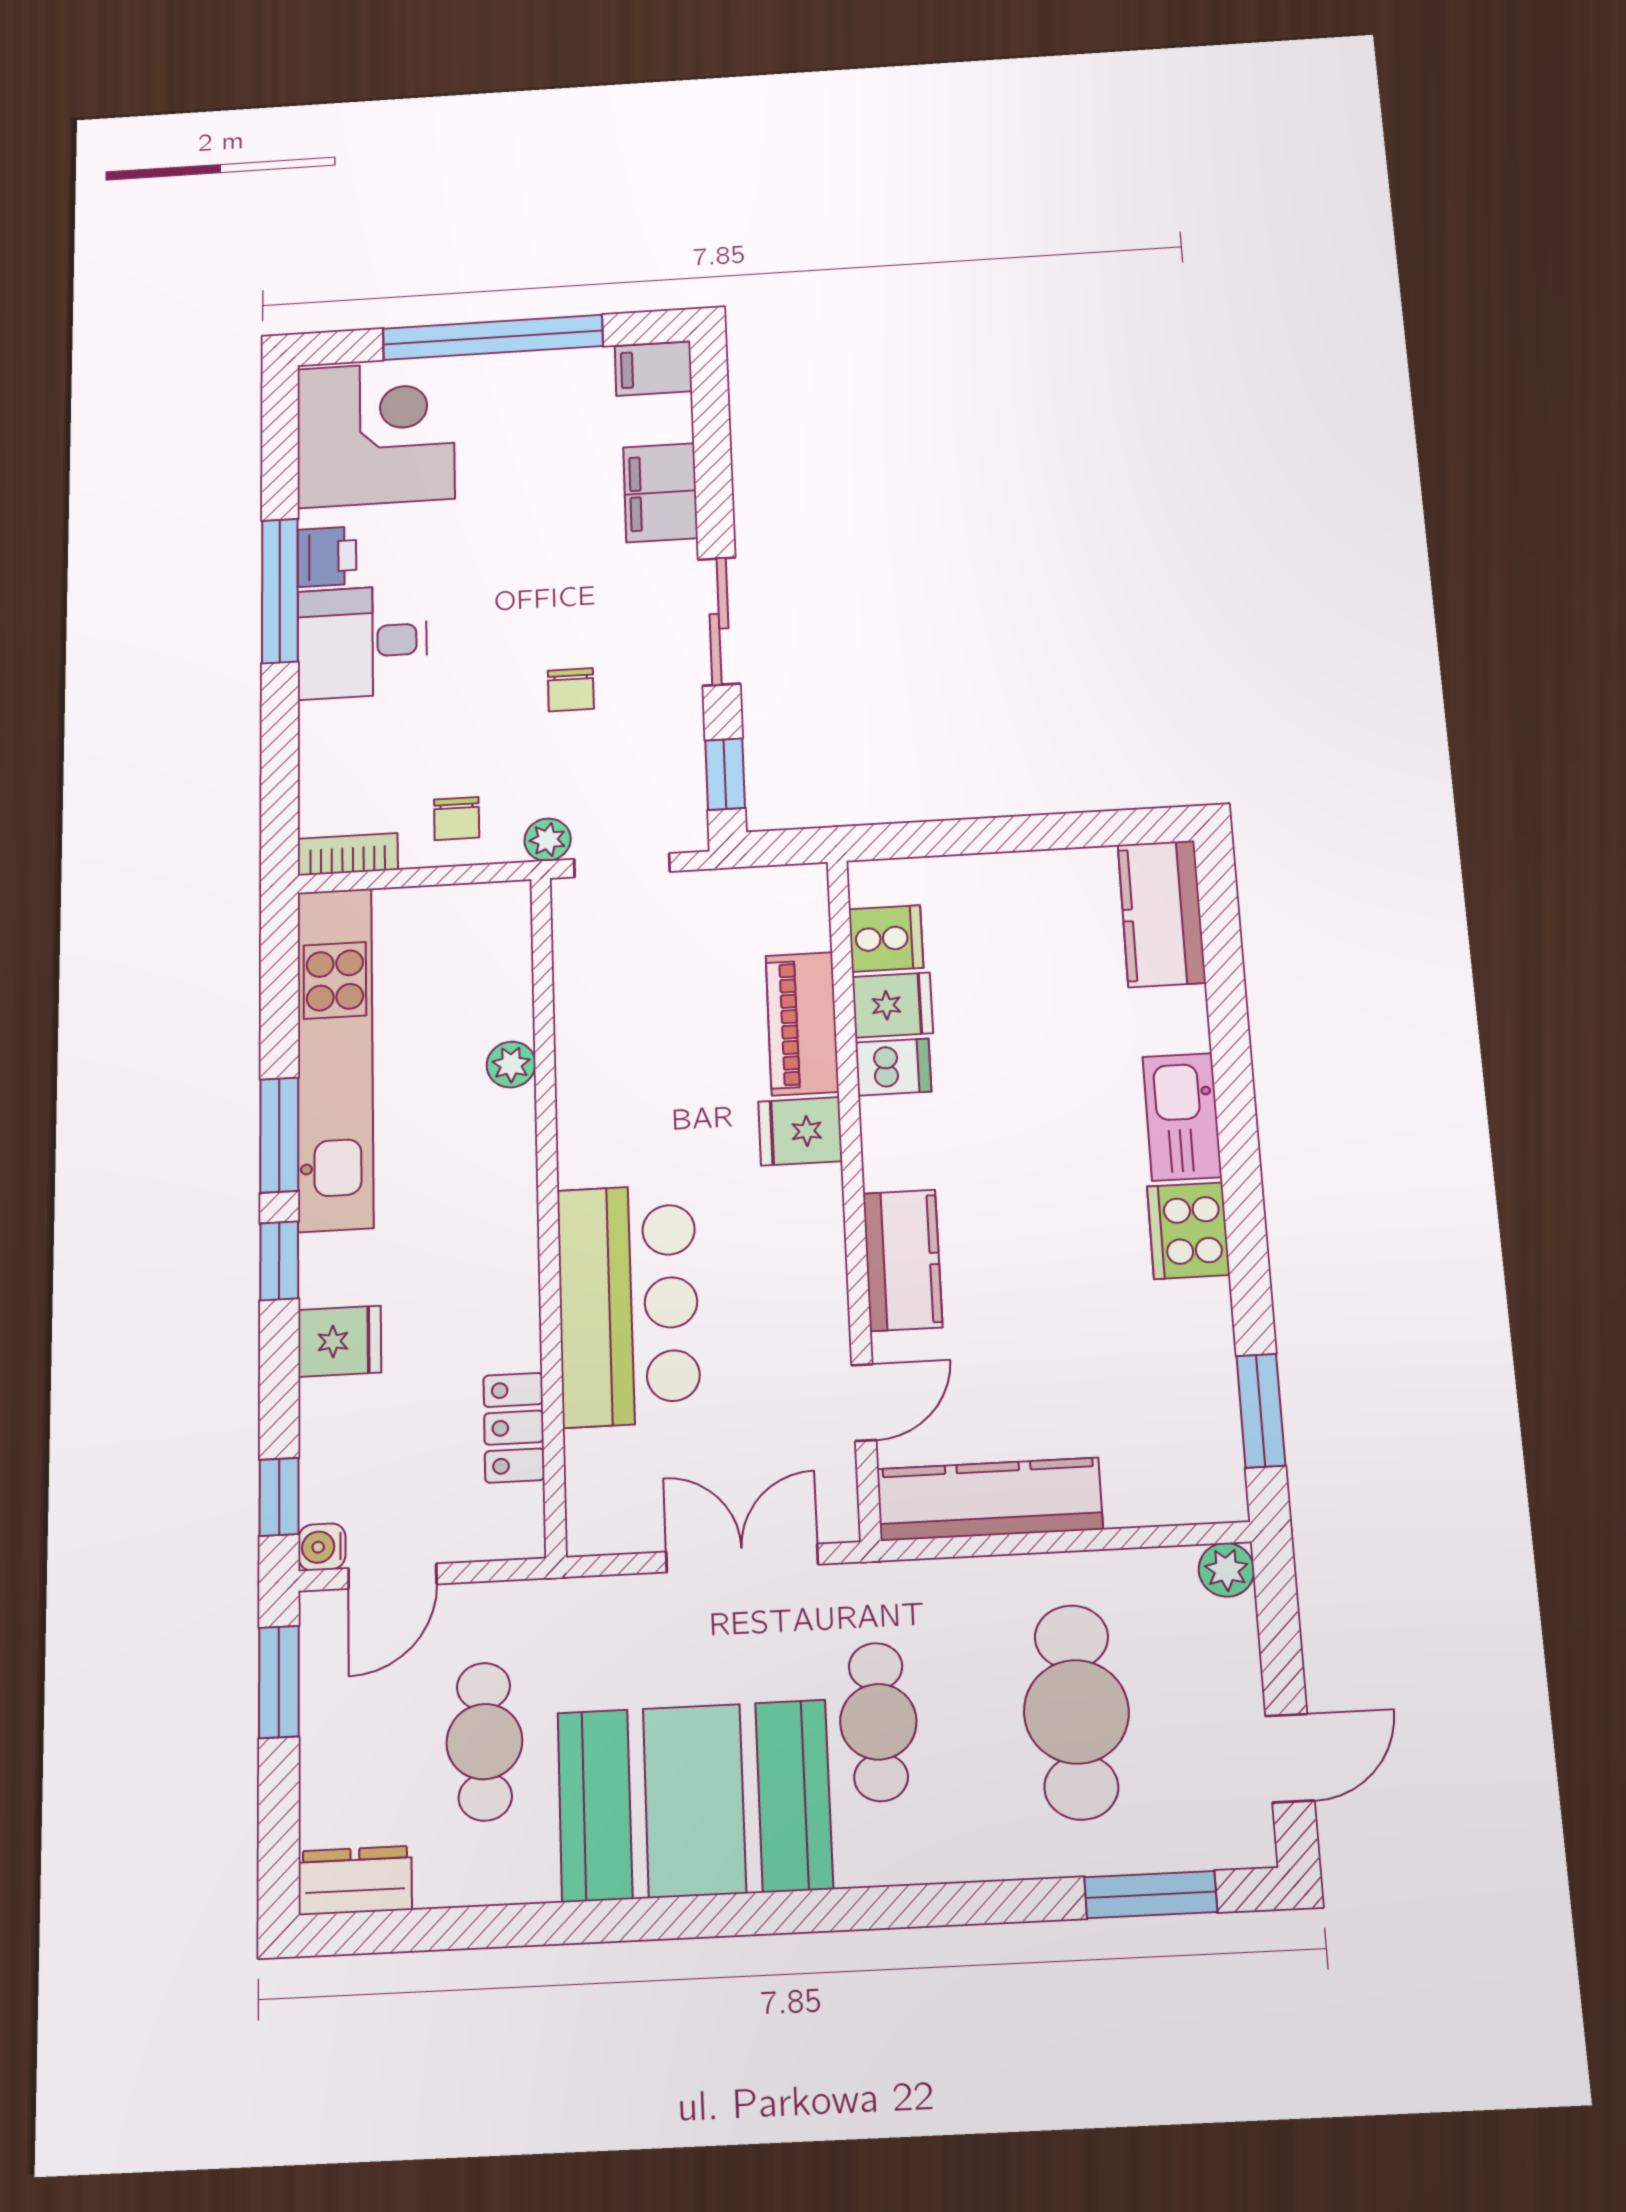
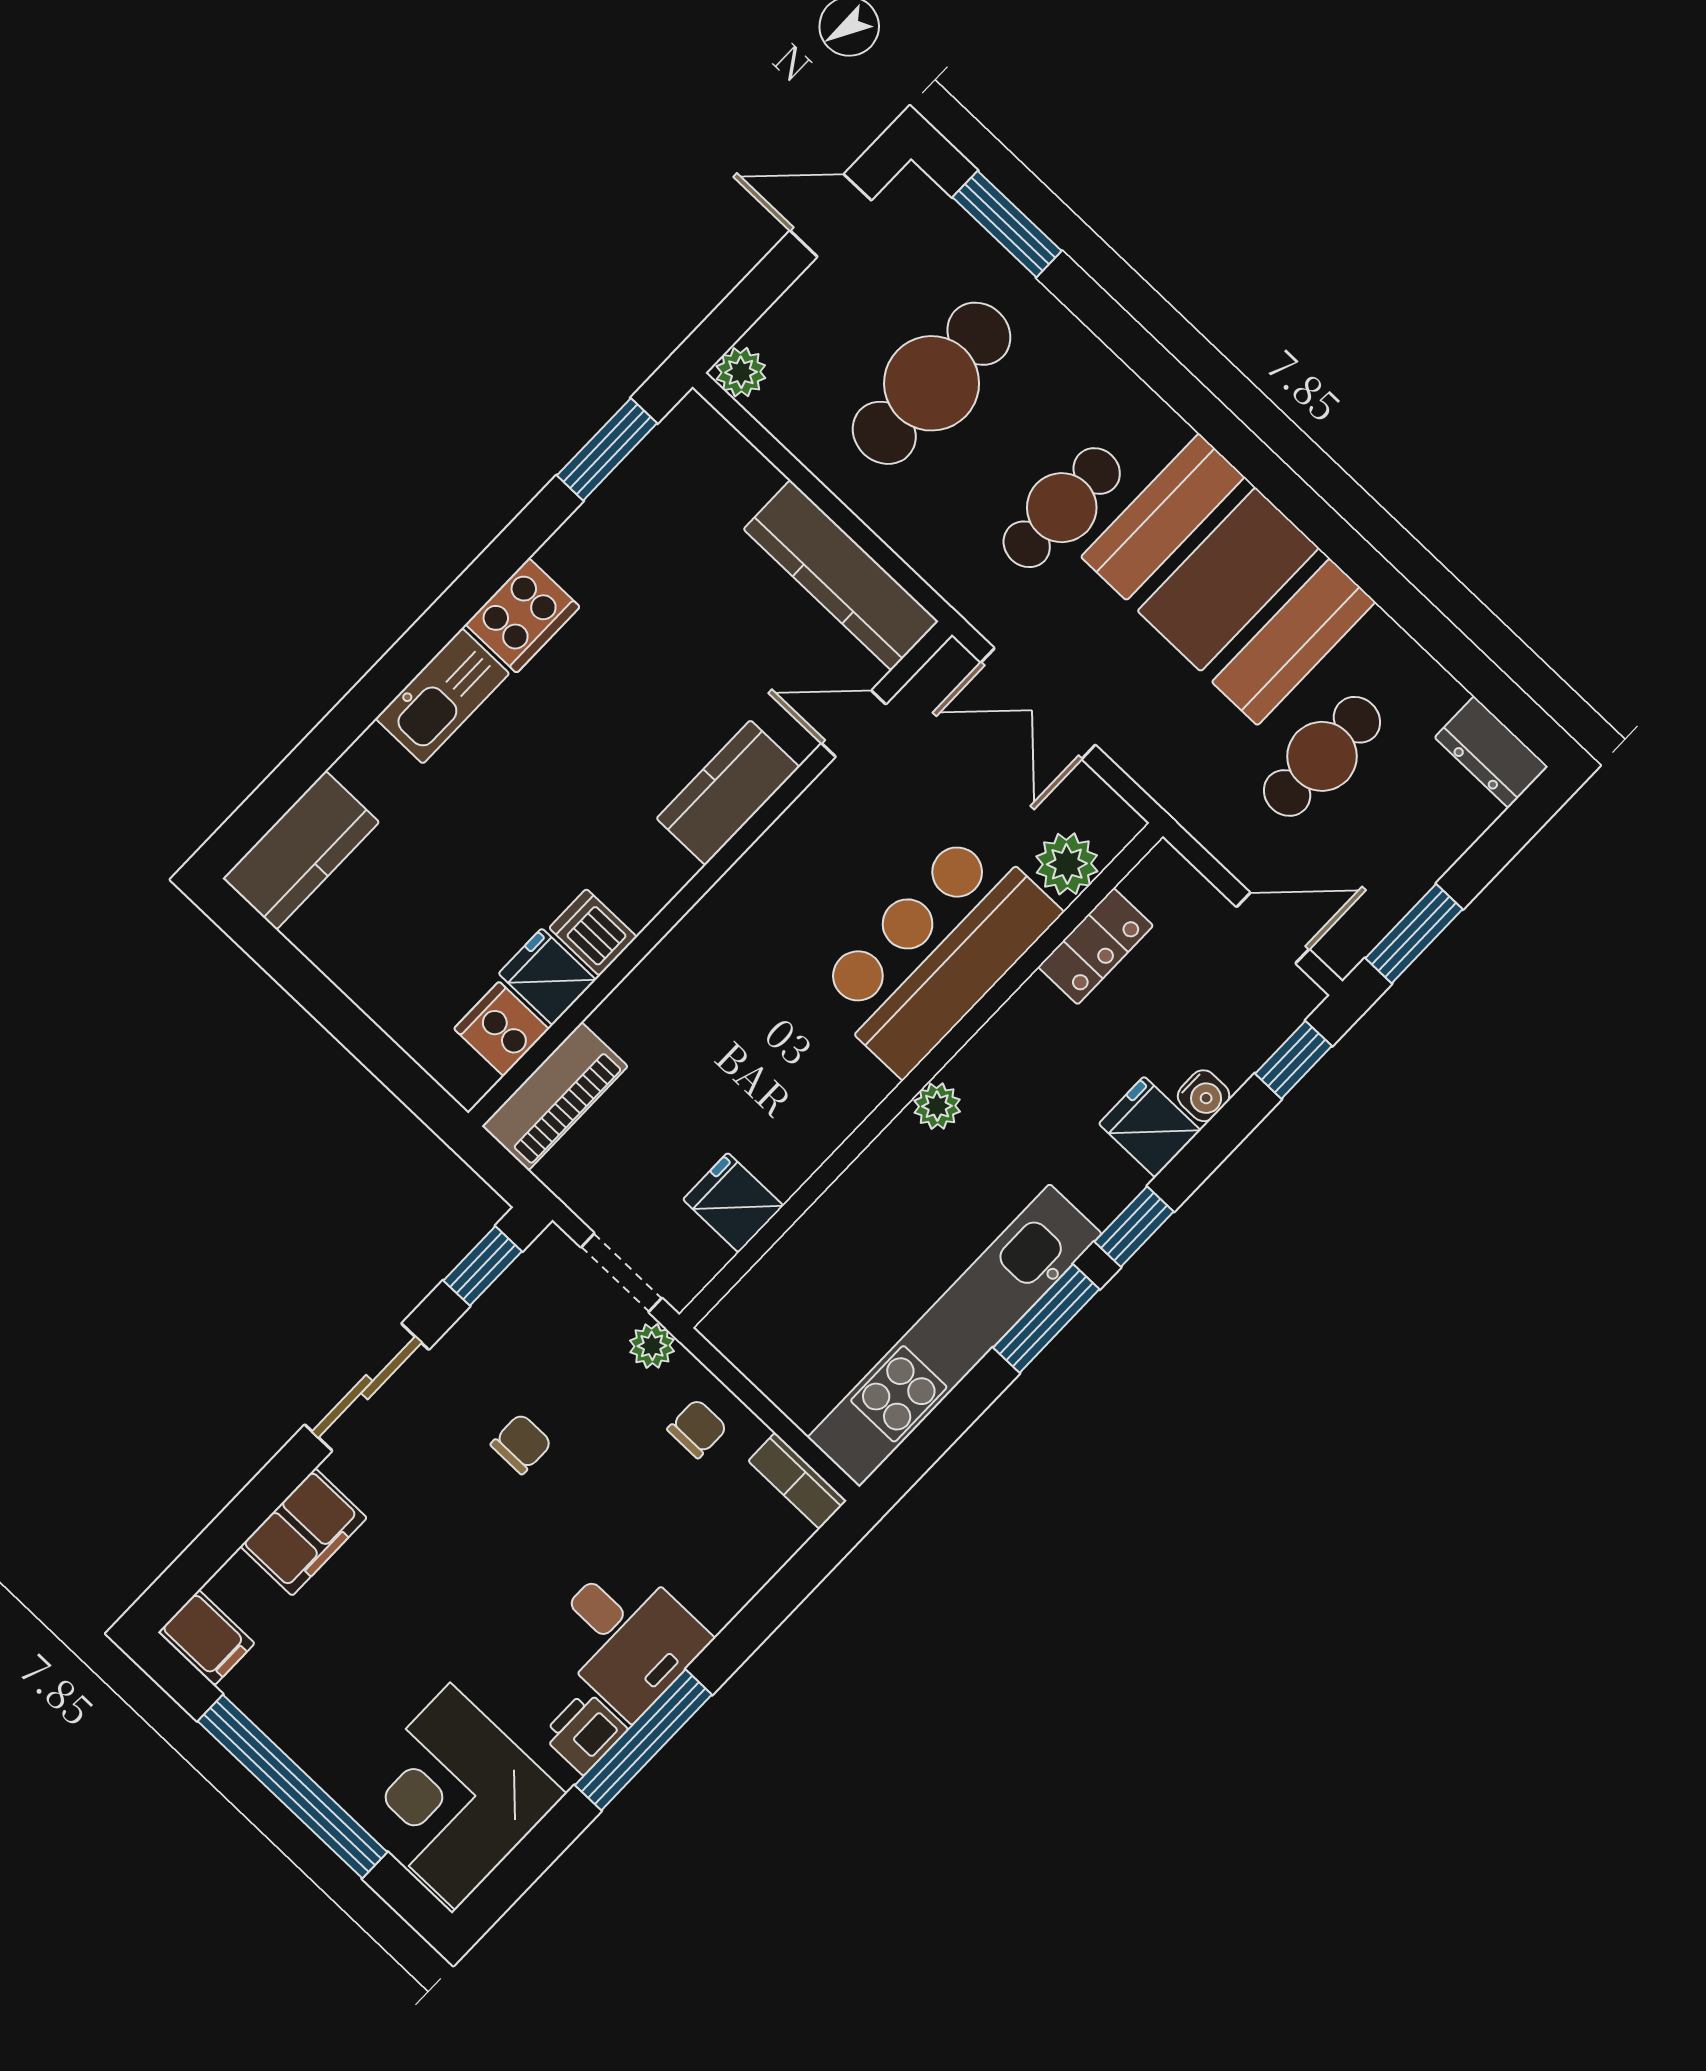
piano: (802, 1024) -> (555, 1096), moved
plant: (511, 1065) -> (937, 1106), moved
fridge: (800, 1131) -> (733, 1203), moved, turned 180
plant: (597, 1464) -> (1067, 864), added
water cooler: (322, 1547) -> (1204, 1096), moved

